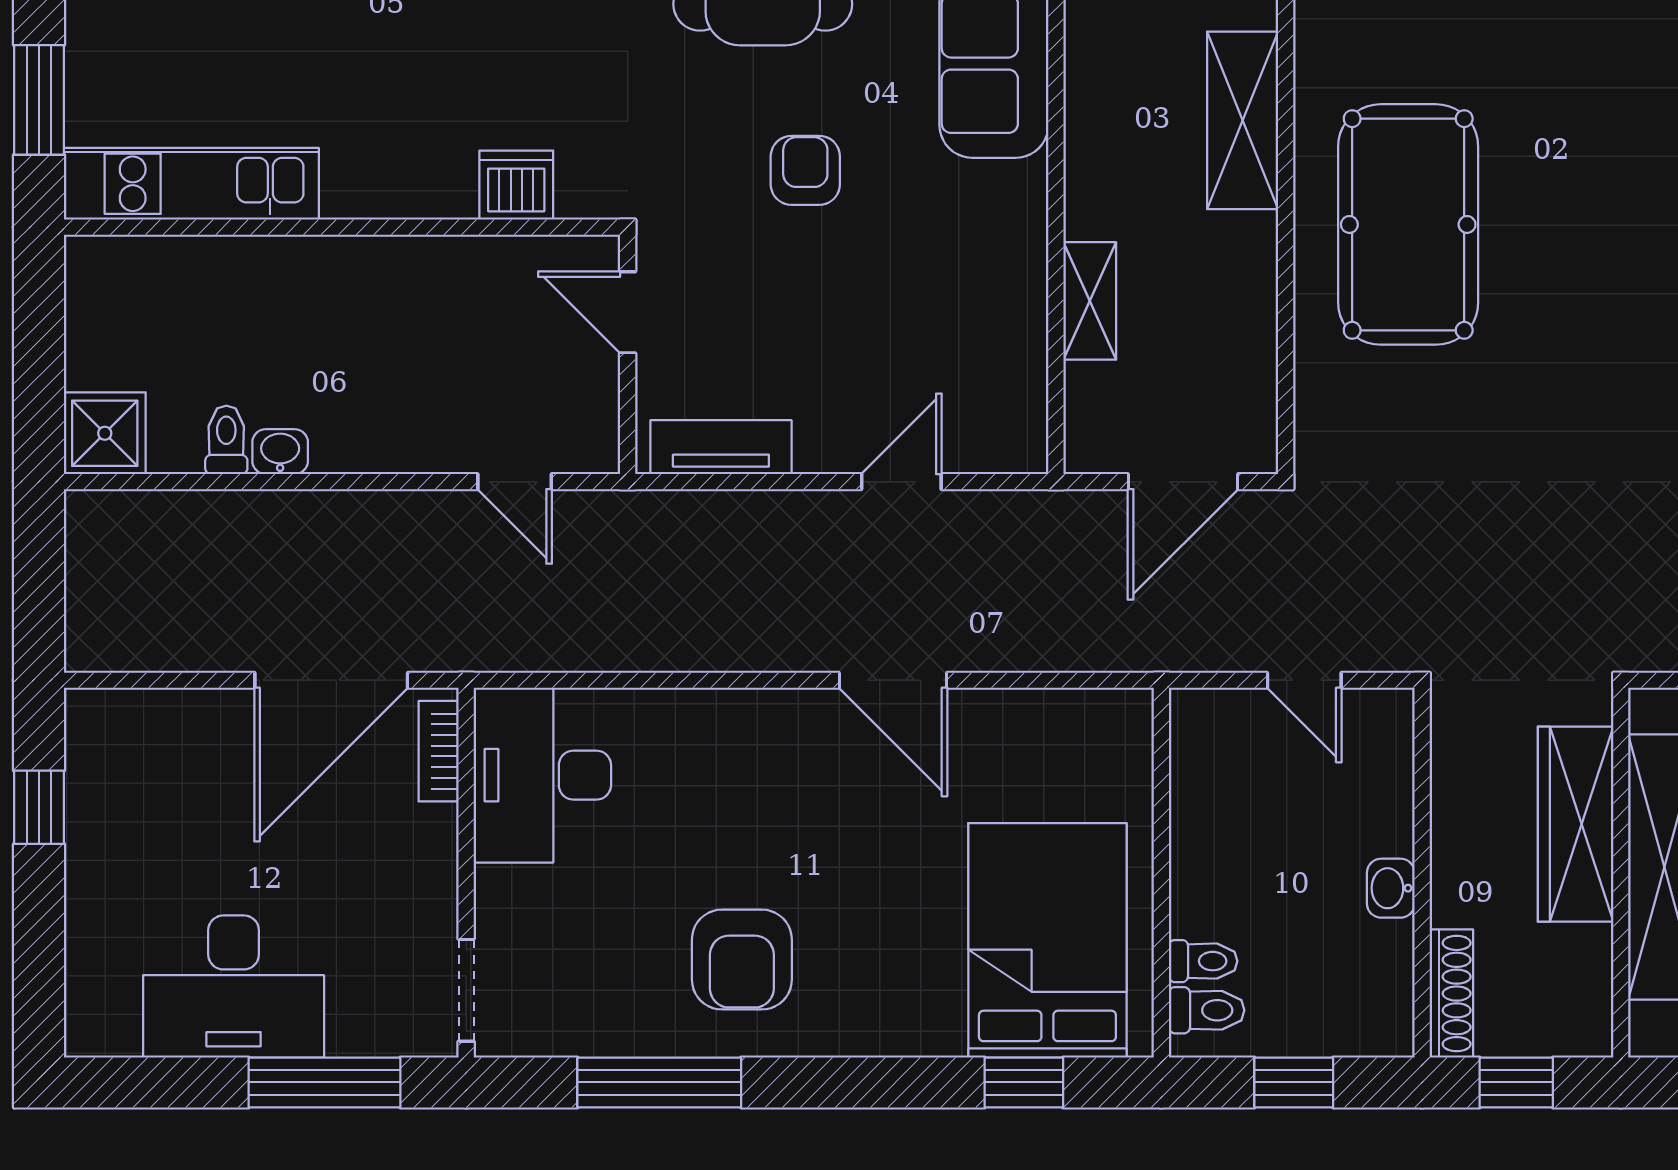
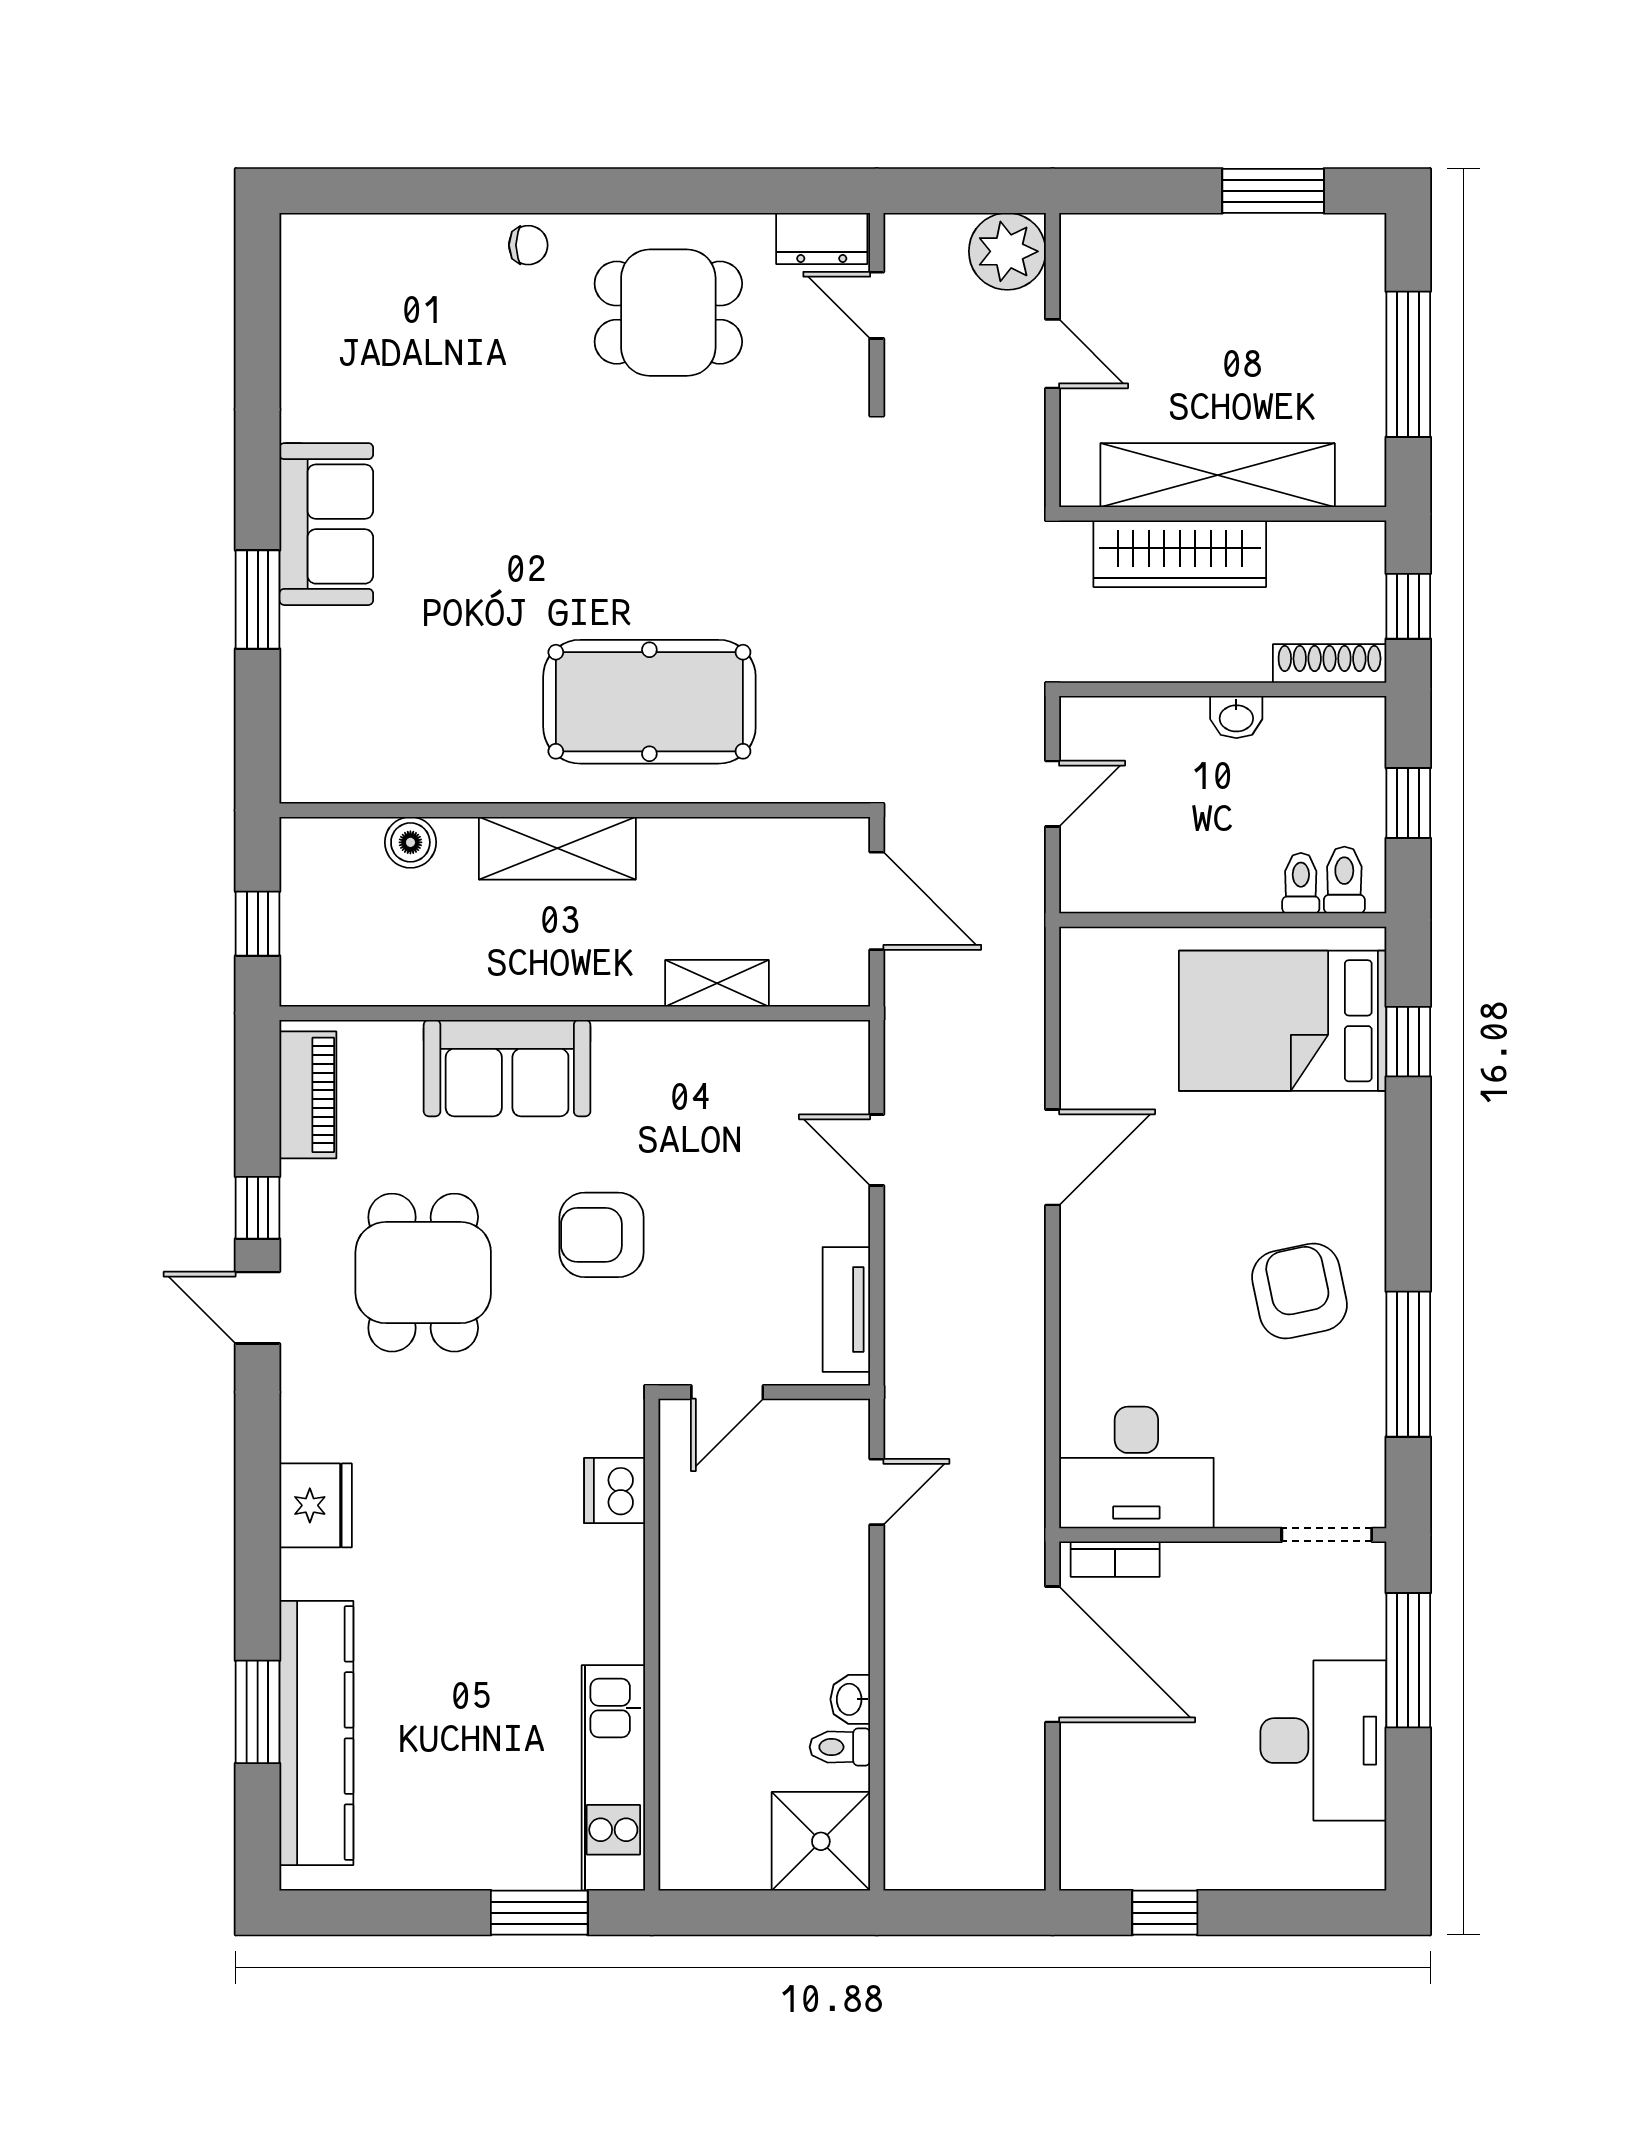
armchair: (805, 170) -> (602, 1235), width x1.38, depth x1.38
shower: (105, 433) -> (821, 1841), width x1.36, depth x1.36
armchair: (742, 960) -> (1299, 1291), turned -102

